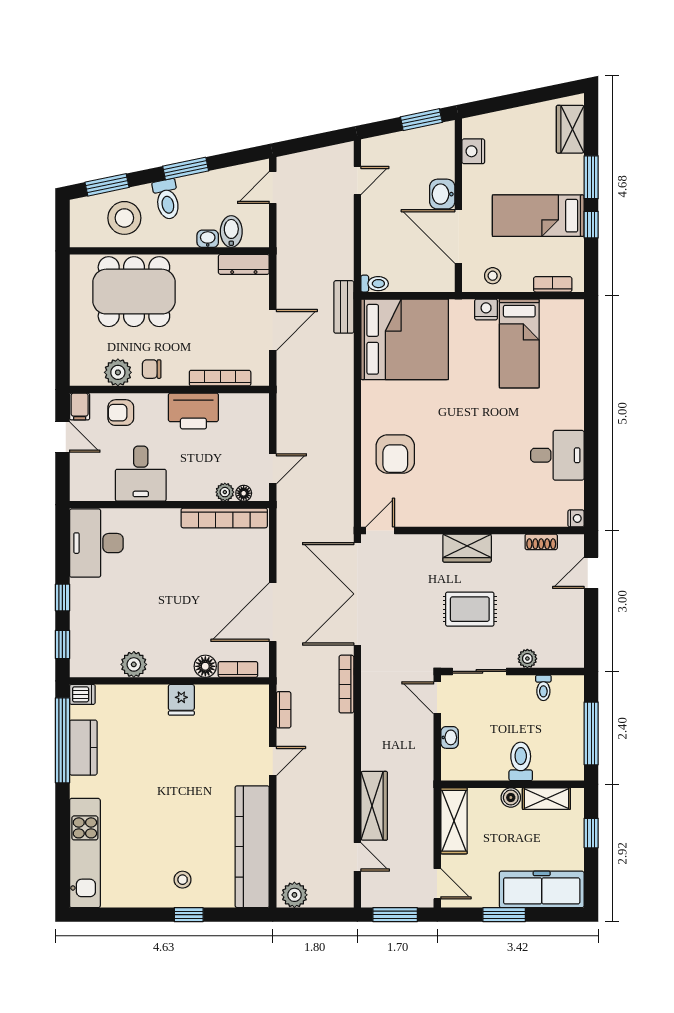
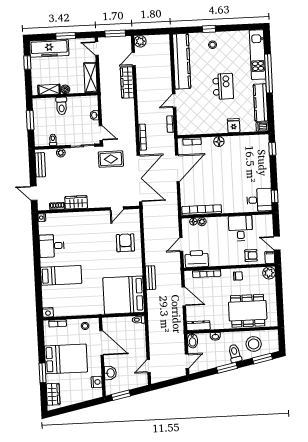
washbasin: (442, 194) -> (110, 373), moved
bed: (538, 216) -> (66, 359), width x1.50
window: (591, 225) -> (41, 351), removed
bidet: (231, 232) -> (193, 341), moved
bench: (344, 307) -> (150, 278), moved
nightstand: (486, 310) -> (48, 312), moved
door: (273, 330) -> (184, 296), swing flipped
bed: (519, 343) -> (61, 275), moved, turned 90
plant: (118, 372) -> (269, 273), moved
printer: (193, 411) -> (197, 259), moved
door: (273, 469) -> (181, 245), moved
door: (380, 530) -> (117, 208), moved
desk: (96, 543) -> (259, 200), width x0.73
wardrobe: (467, 548) -> (76, 202), moved
door: (591, 573) -> (34, 193), swing flipped
window: (62, 598) -> (275, 196), moved
rug: (470, 609) -> (111, 159), moved
bench: (574, 634) -> (40, 165), added
plant: (134, 664) -> (239, 141), removed
floor lamp: (205, 666) -> (219, 142), moved
fridge: (181, 700) -> (234, 126), moved
window: (591, 733) -> (30, 120), width x0.69
window: (62, 740) -> (269, 73), moved
kitchen counter: (83, 748) -> (261, 103), width x1.50
kitchen island: (164, 787) -> (223, 86), added
window: (591, 833) -> (27, 63), moved
door: (357, 857) -> (134, 59), hinge flipped
plant: (294, 895) -> (140, 41), moved

